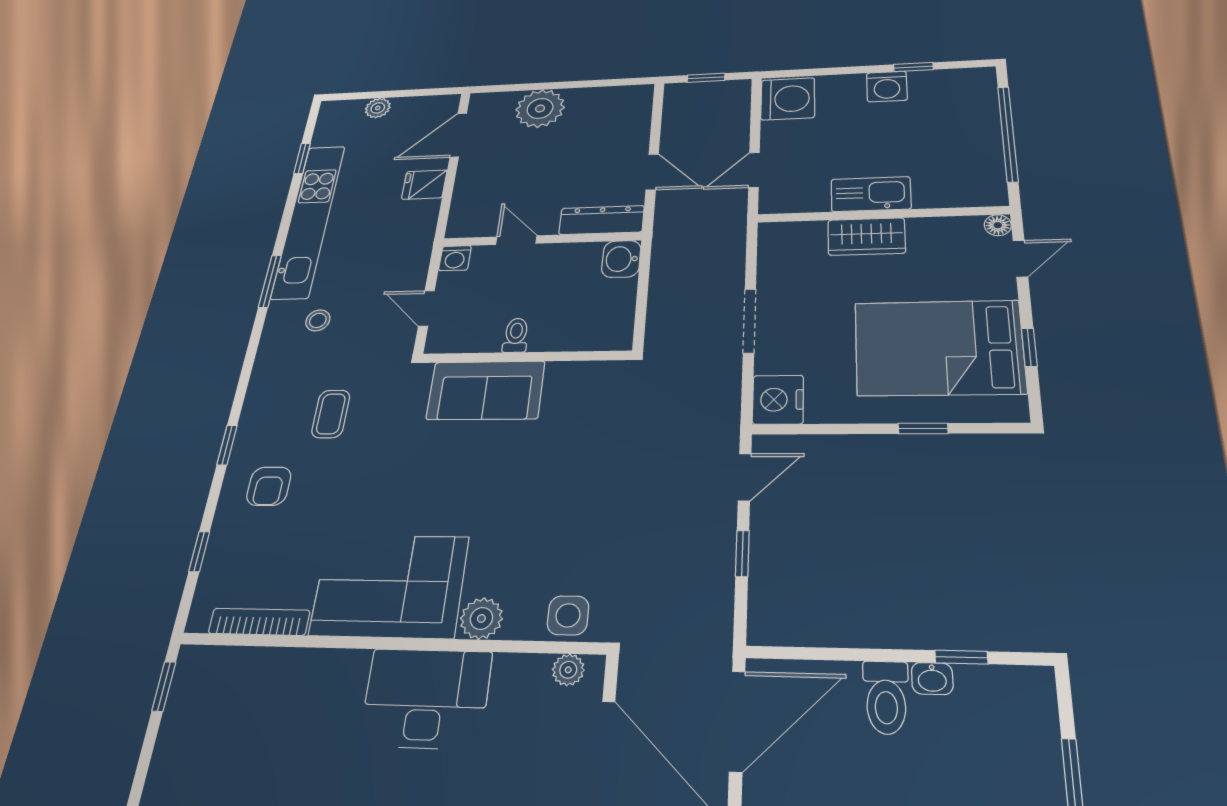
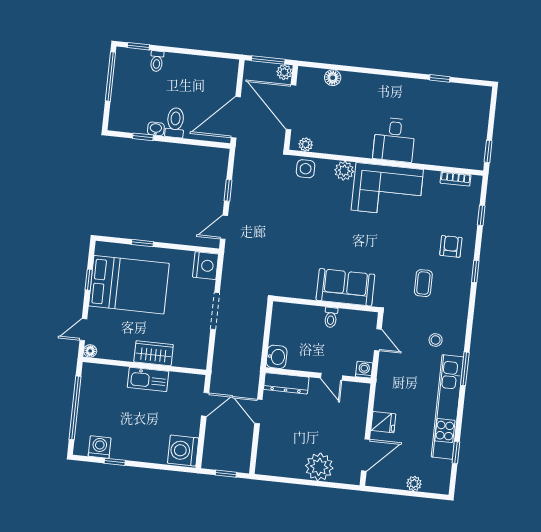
washing machine: (887, 87) -> (100, 447), moved
bookcase: (259, 622) -> (456, 179), width x0.64
desk: (426, 698) -> (394, 140), moved, width x0.73

